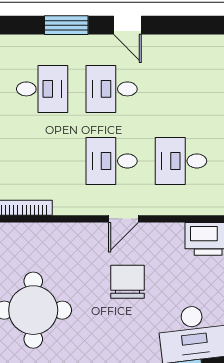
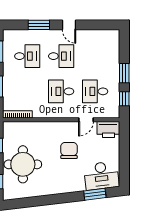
desk: (112, 89) -> (61, 56), turned 180
door: (123, 219) -> (86, 120), moved

